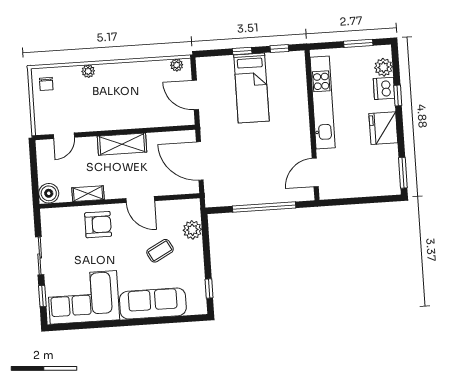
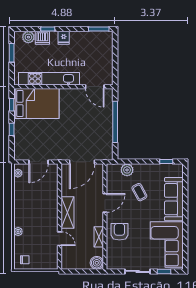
bed: (251, 88) -> (36, 103), moved, width x1.50
fridge: (383, 128) -> (64, 38), width x0.53, depth x0.75
door: (64, 136) -> (60, 239), moved

